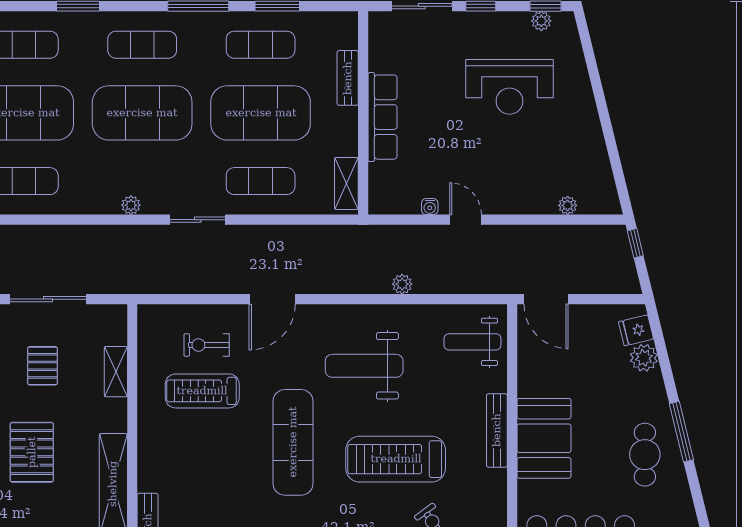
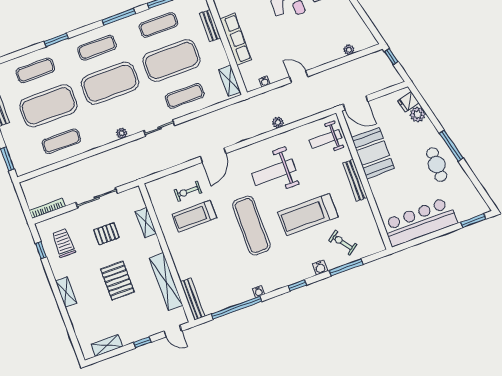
water cooler: (430, 207) -> (265, 81), moved
pallet: (42, 366) -> (107, 234), turned 90
booth: (544, 438) -> (373, 153), moved

